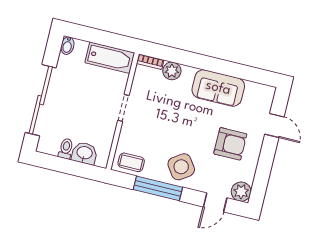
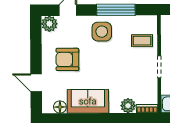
floor lamp: (253, 89) -> (60, 107), added
coffee table: (131, 162) -> (142, 41), moved
side table: (181, 167) -> (102, 32), turned 35

